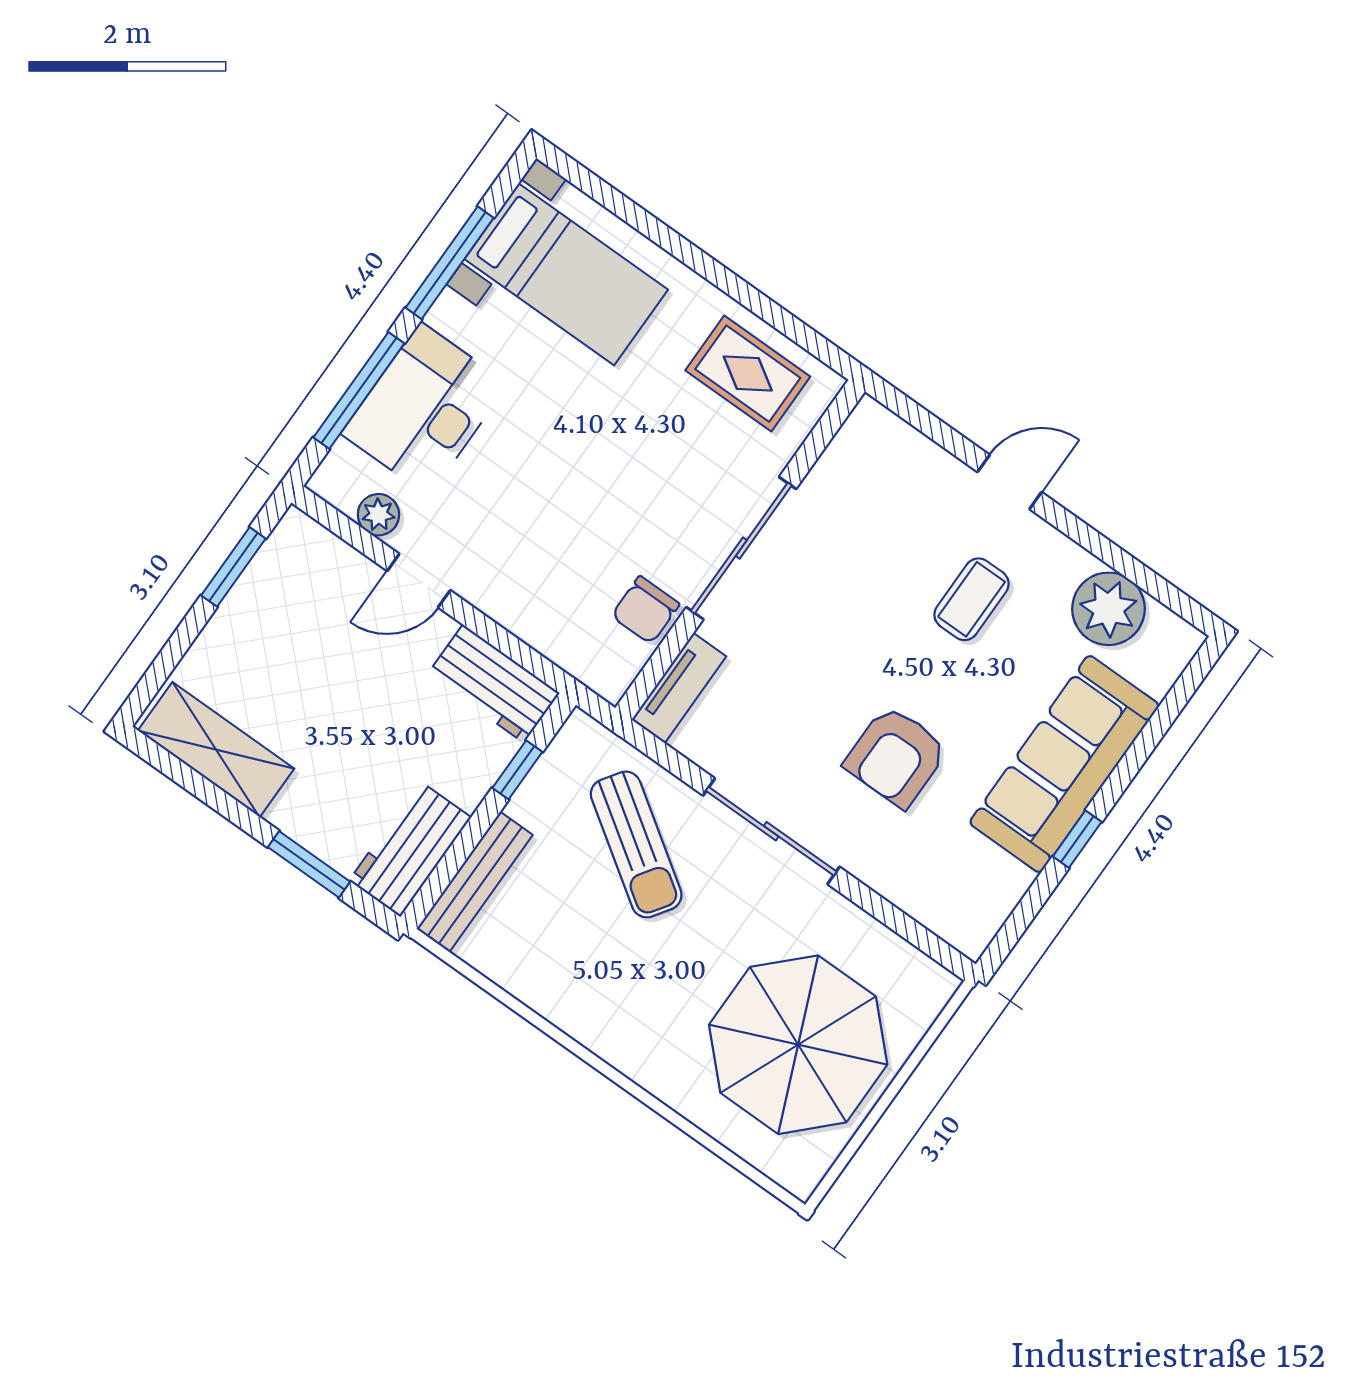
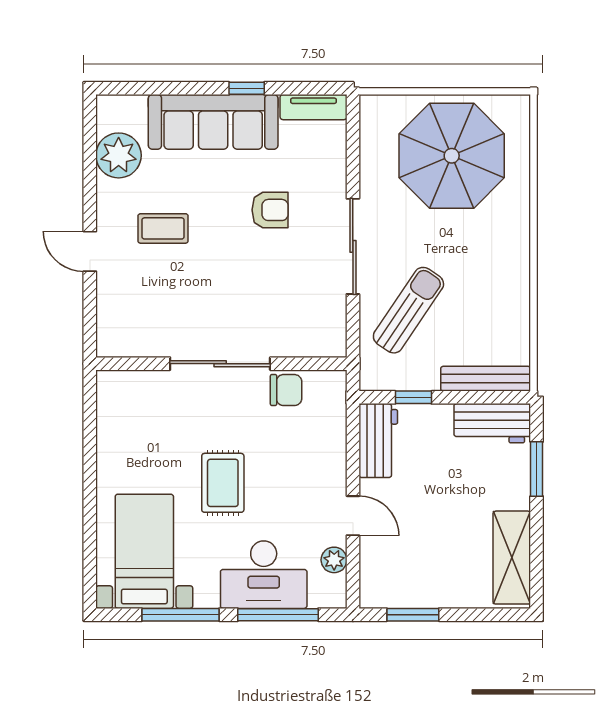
rug: (748, 374) -> (223, 483), moved
tv unit: (679, 688) -> (313, 107), moved, turned 180
armchair: (896, 756) -> (270, 210), width x0.72, depth x0.72

